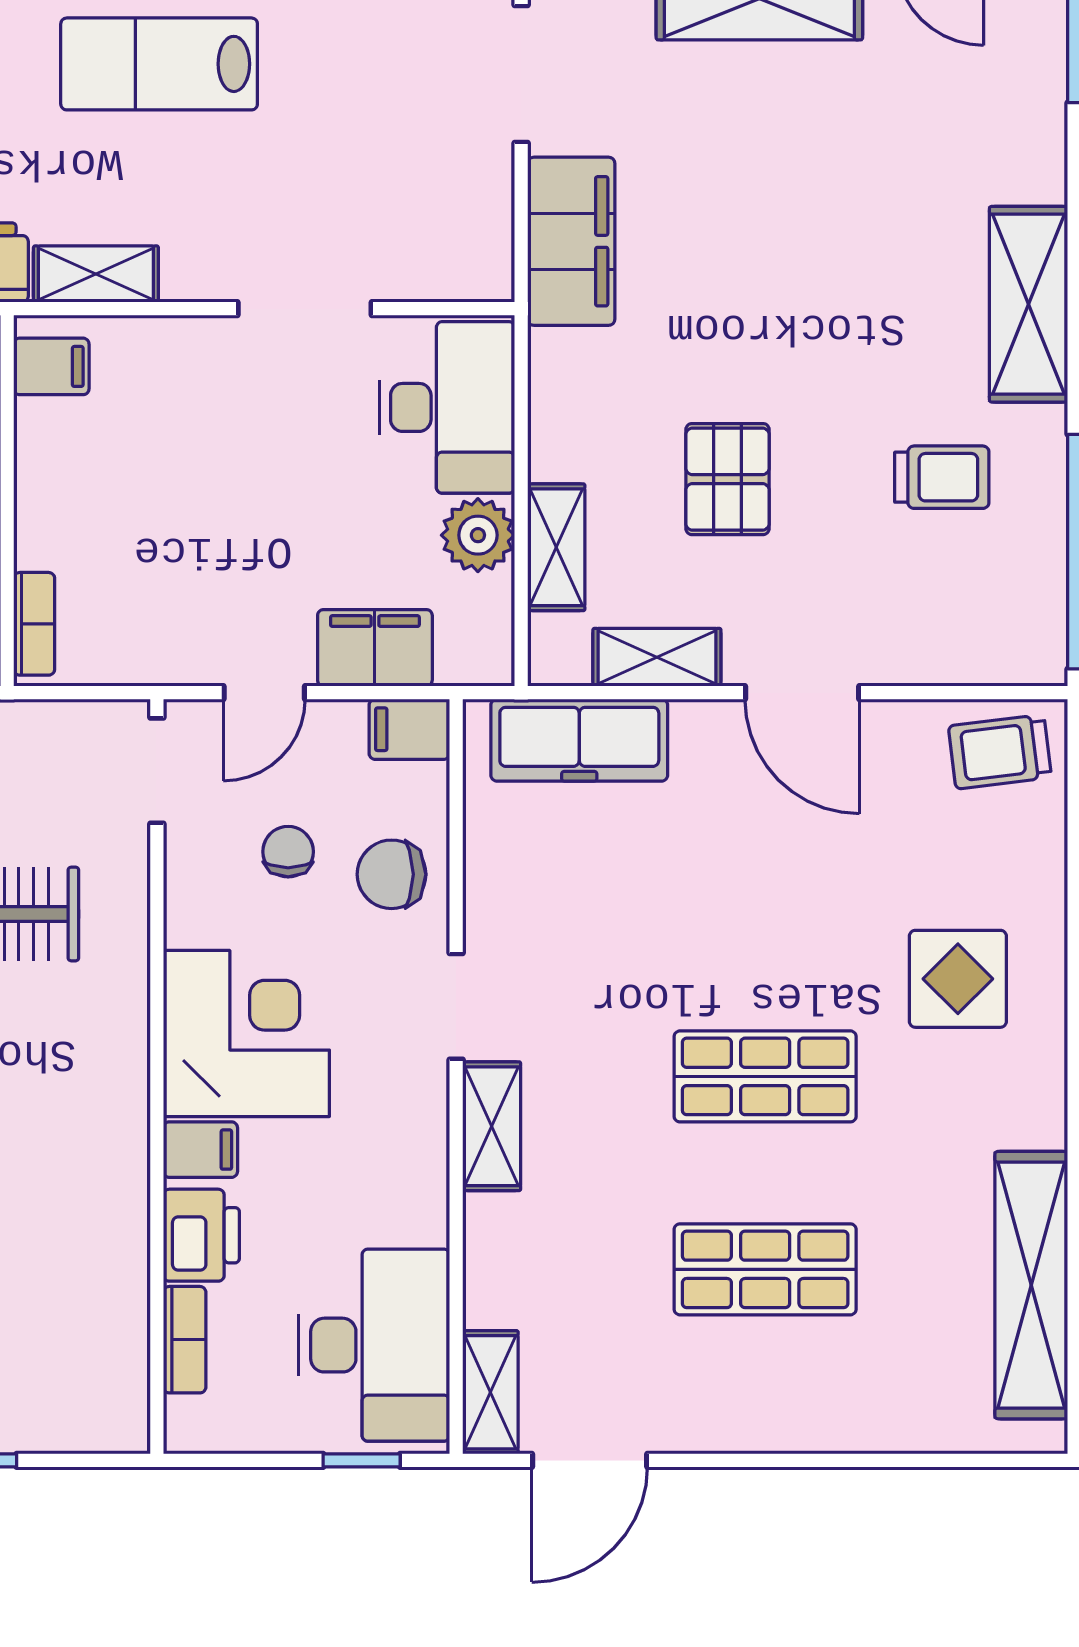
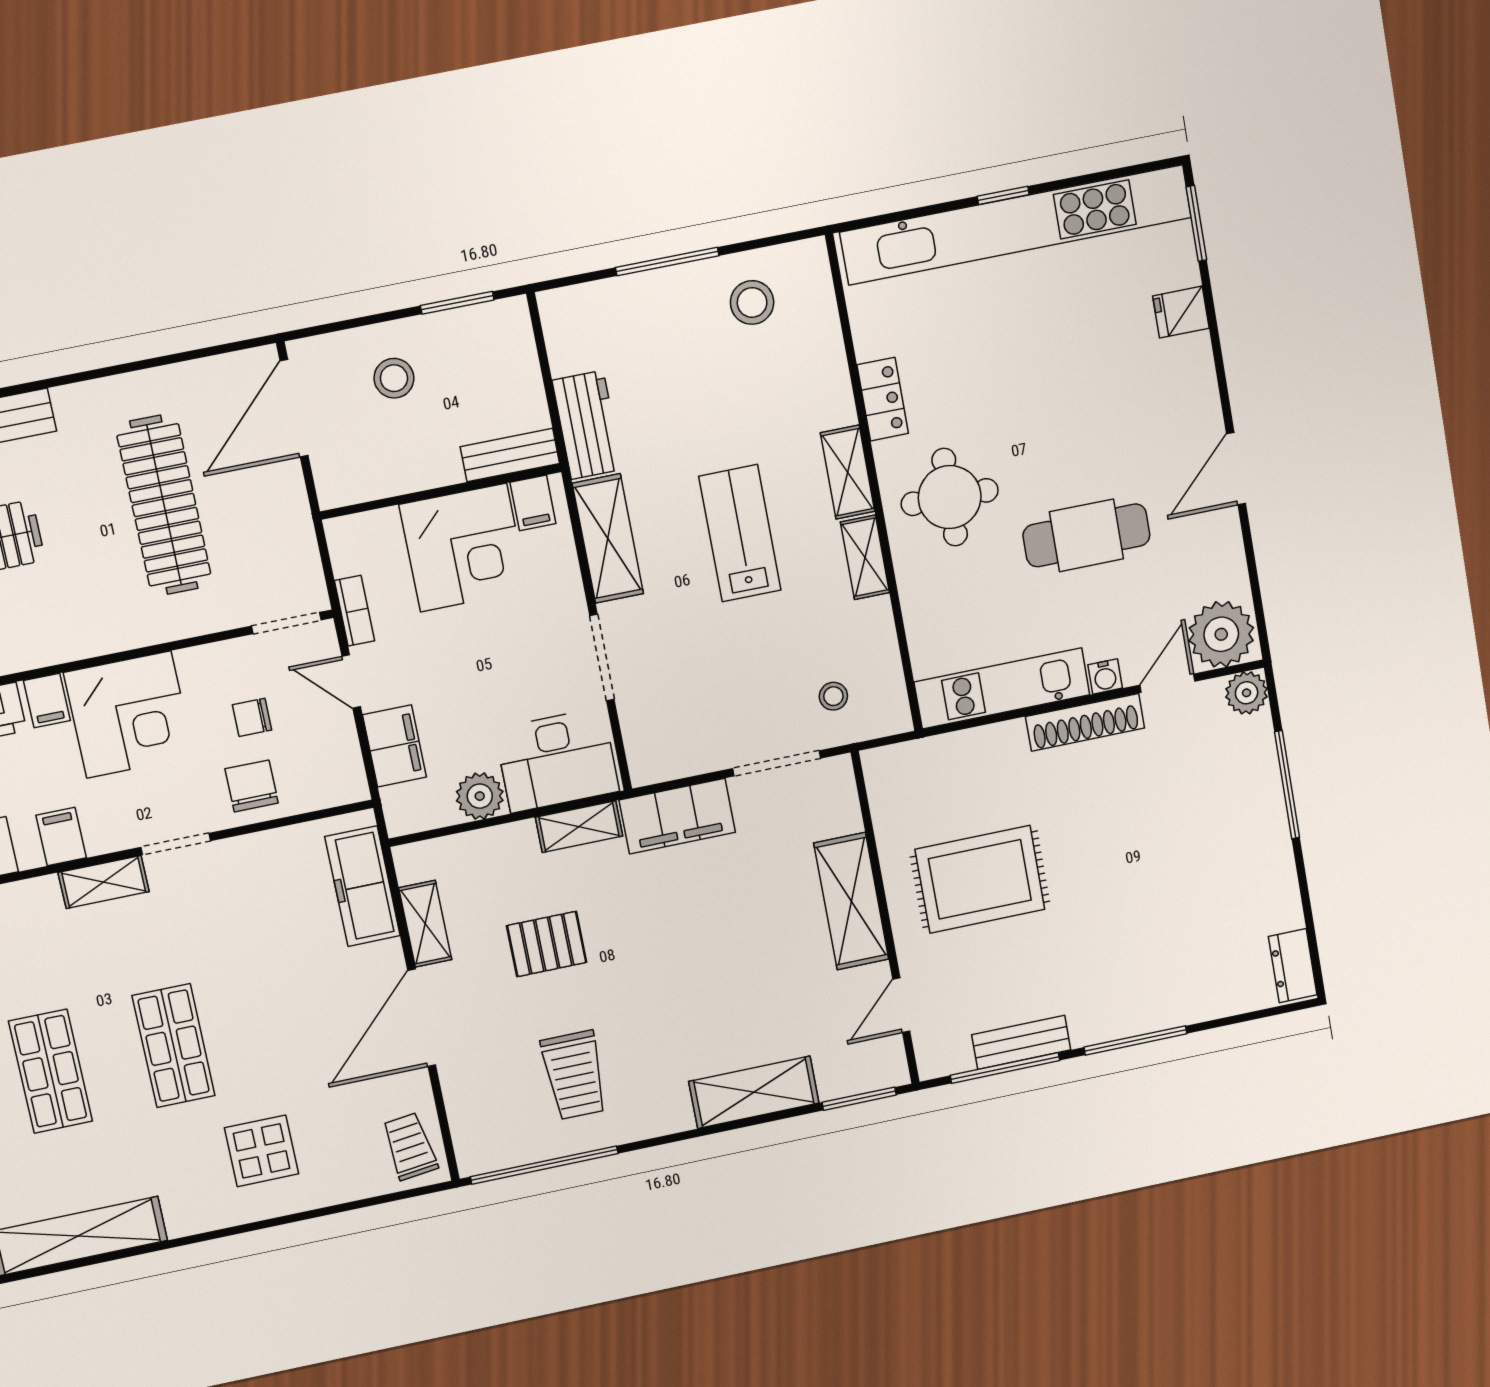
shelving: (96, 274) -> (608, 539), width x1.50, depth x1.33
shelving: (1029, 304) -> (754, 1092), moved
trolley: (942, 477) -> (574, 1075), width x1.36, depth x1.39
corner desk: (97, 484) -> (464, 548), added
shelving: (556, 547) -> (579, 827), moved
bookcase: (34, 624) -> (355, 611), moved, turned -90
door: (802, 693) -> (422, 1018), width x1.36
filing cabinet: (409, 729) -> (61, 837), moved
chair: (288, 852) -> (252, 717), turned 180

